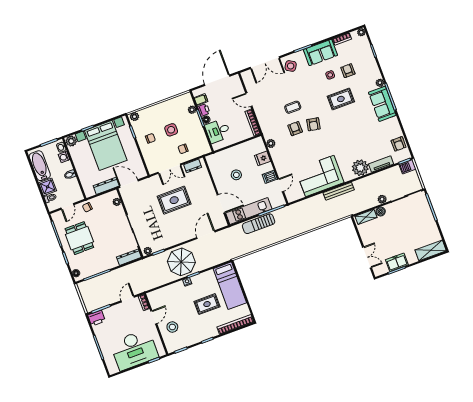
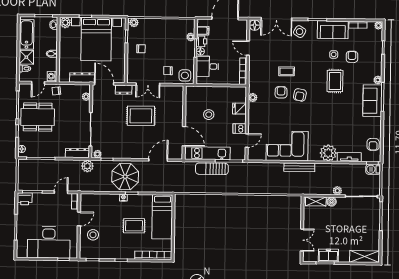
floor lamp: (247, 76) -> (255, 25), added
rug: (341, 99) -> (335, 81), turned 90
side table: (171, 130) -> (185, 75), moved
washing machine: (64, 157) -> (52, 76), moved
dresser: (193, 166) -> (124, 90), moved
dining table: (79, 238) -> (38, 117), width x1.38
plant: (143, 266) -> (87, 166), added

